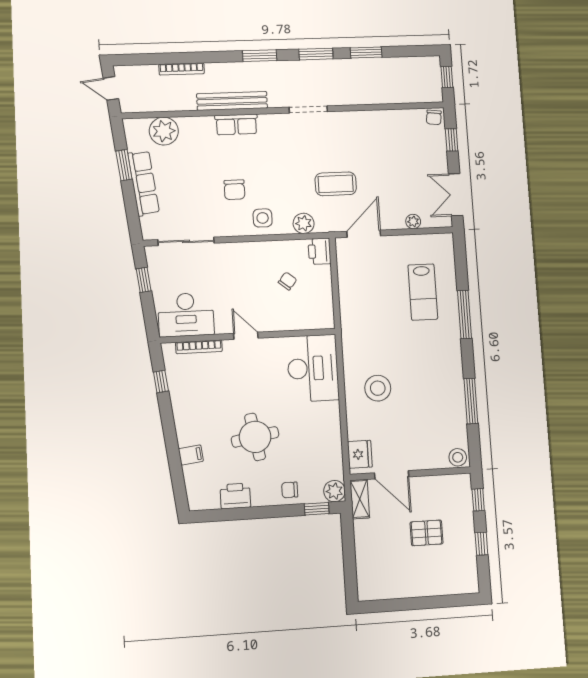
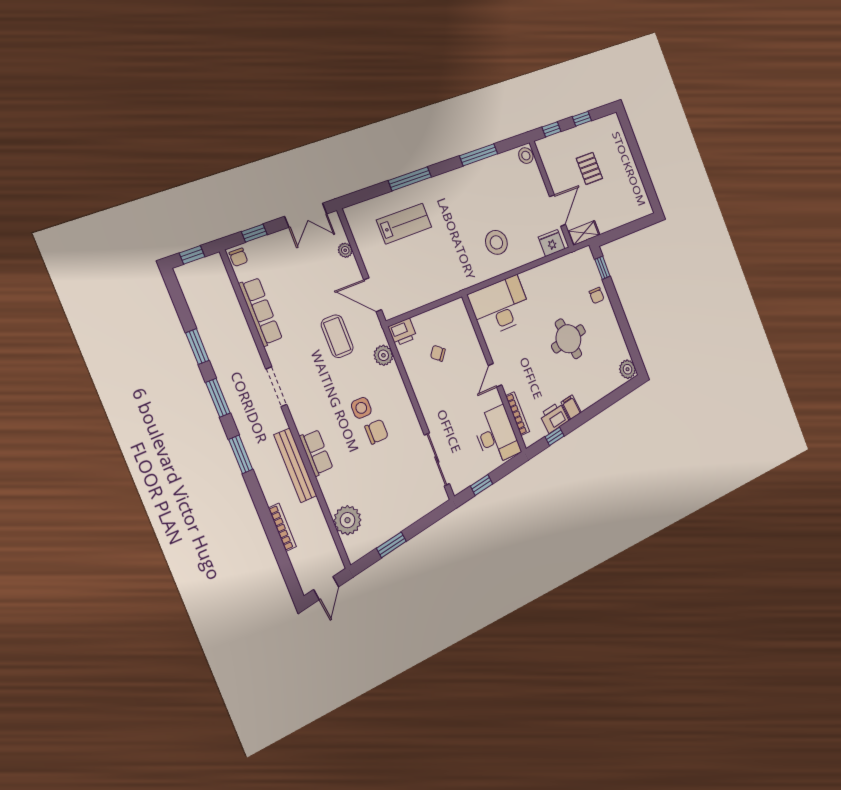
chair: (434, 117) -> (238, 257), turned 83
row of seats: (143, 183) -> (261, 312), moved, turned 97
side table: (263, 218) -> (361, 408), moved
filing cabinet: (191, 455) -> (571, 407), moved
plant: (334, 491) -> (628, 369), moved
printer: (235, 496) -> (554, 418), moved, turned 83

